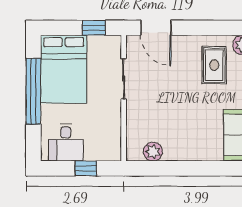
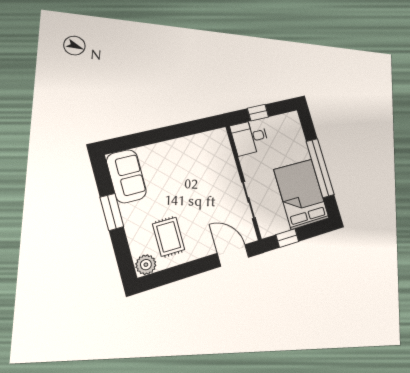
desk: (66, 142) -> (250, 137), moved, turned -90
plant: (153, 152) -> (204, 141), removed

